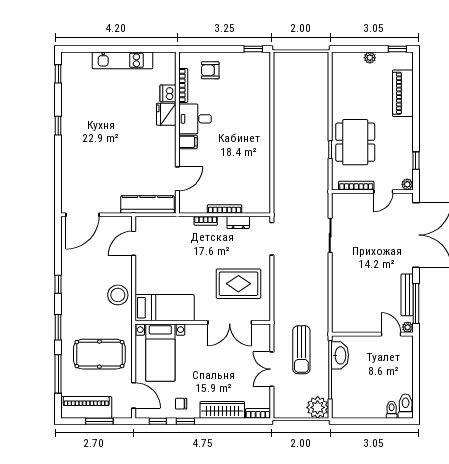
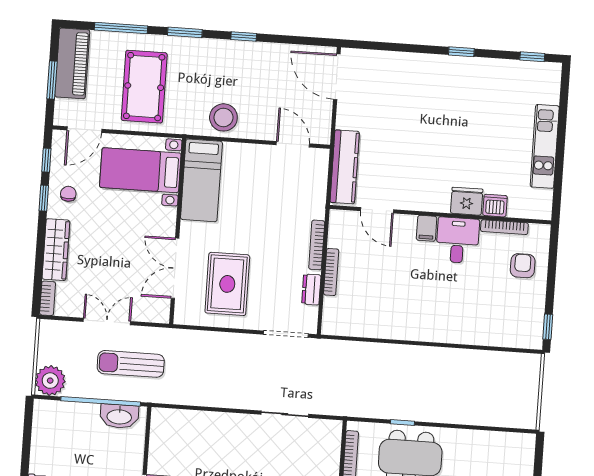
bookcase: (206, 221) -> (317, 245), width x1.56

